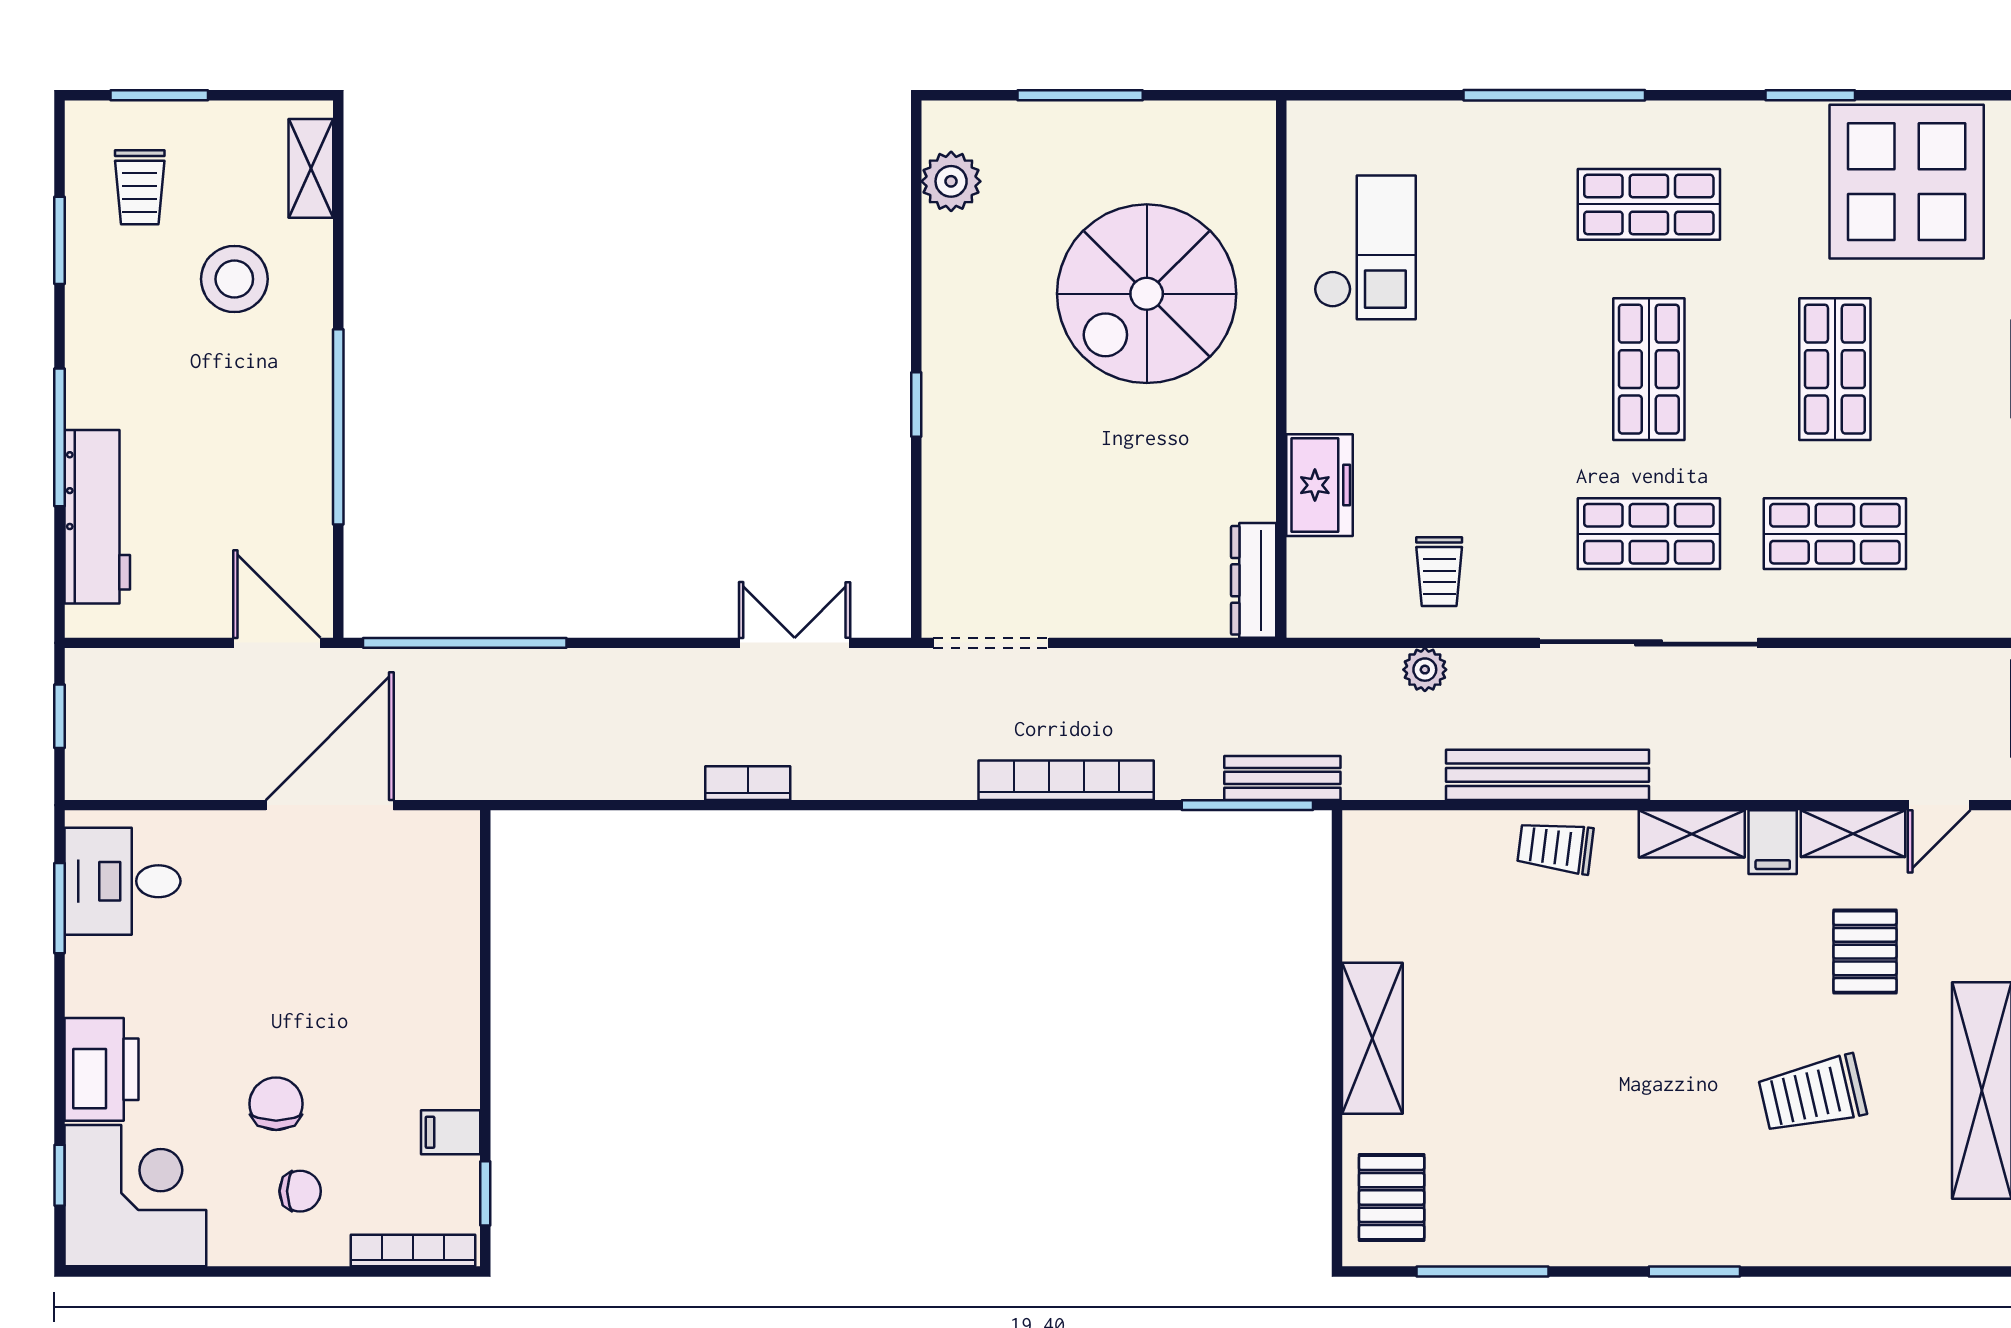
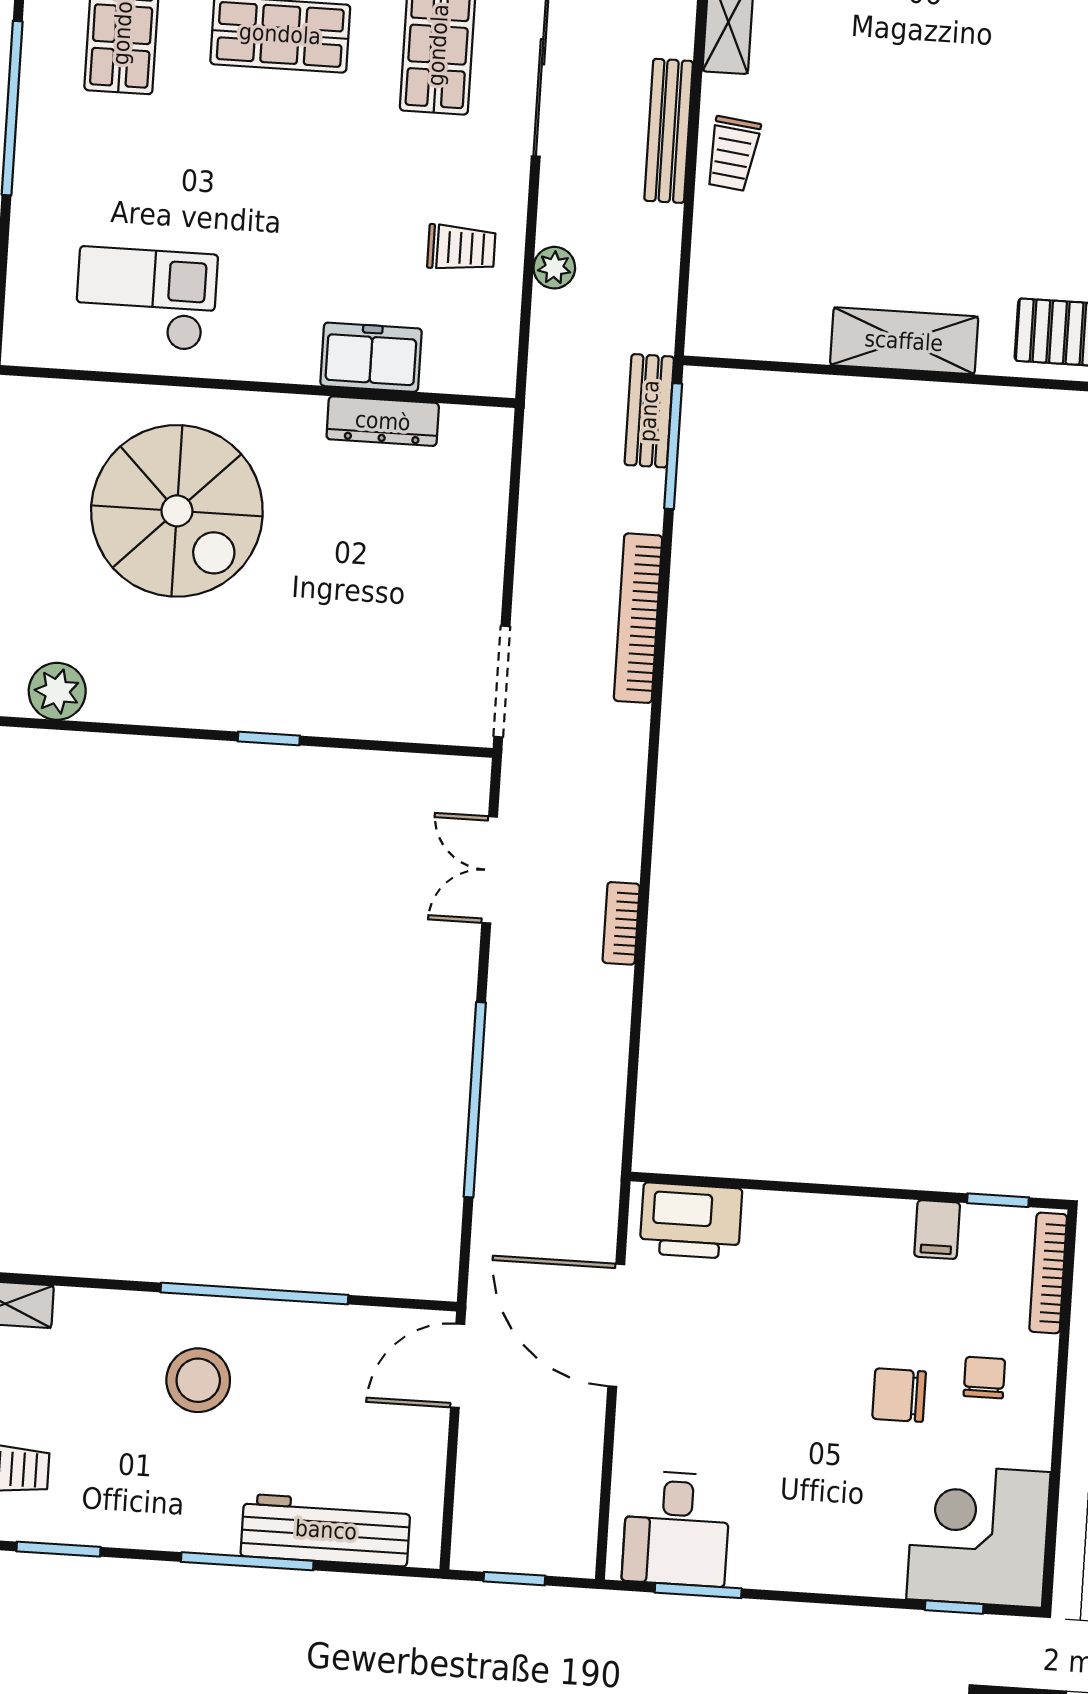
stool: (234, 279) -> (198, 1380), moved
dresser: (1254, 580) -> (383, 421), moved
window: (465, 643) -> (475, 1100), moved
bench: (1547, 775) -> (669, 131), width x0.73, depth x0.82
printer: (101, 1069) -> (691, 1221), moved, turned 180

